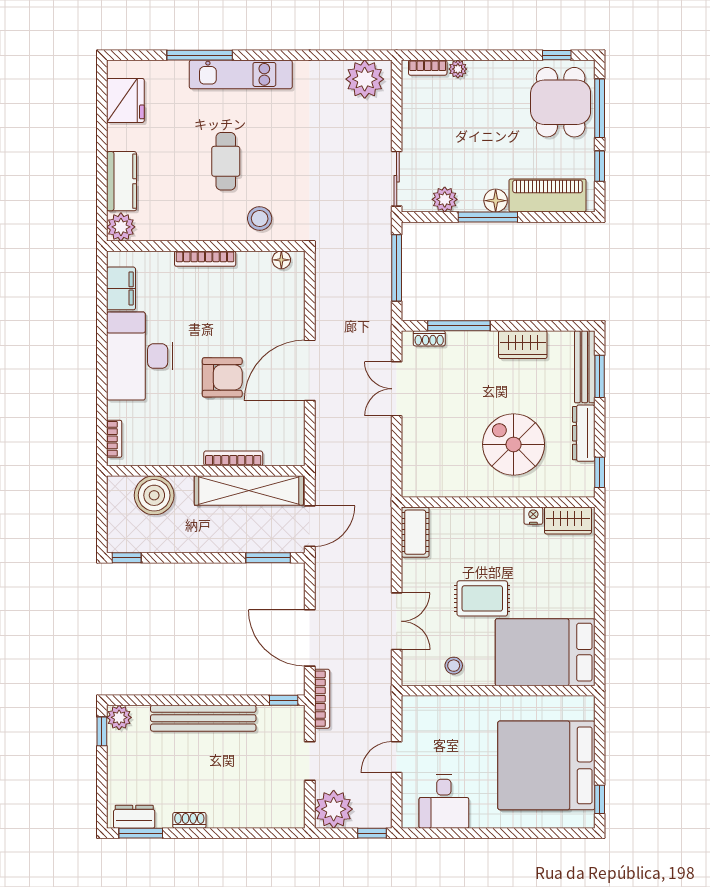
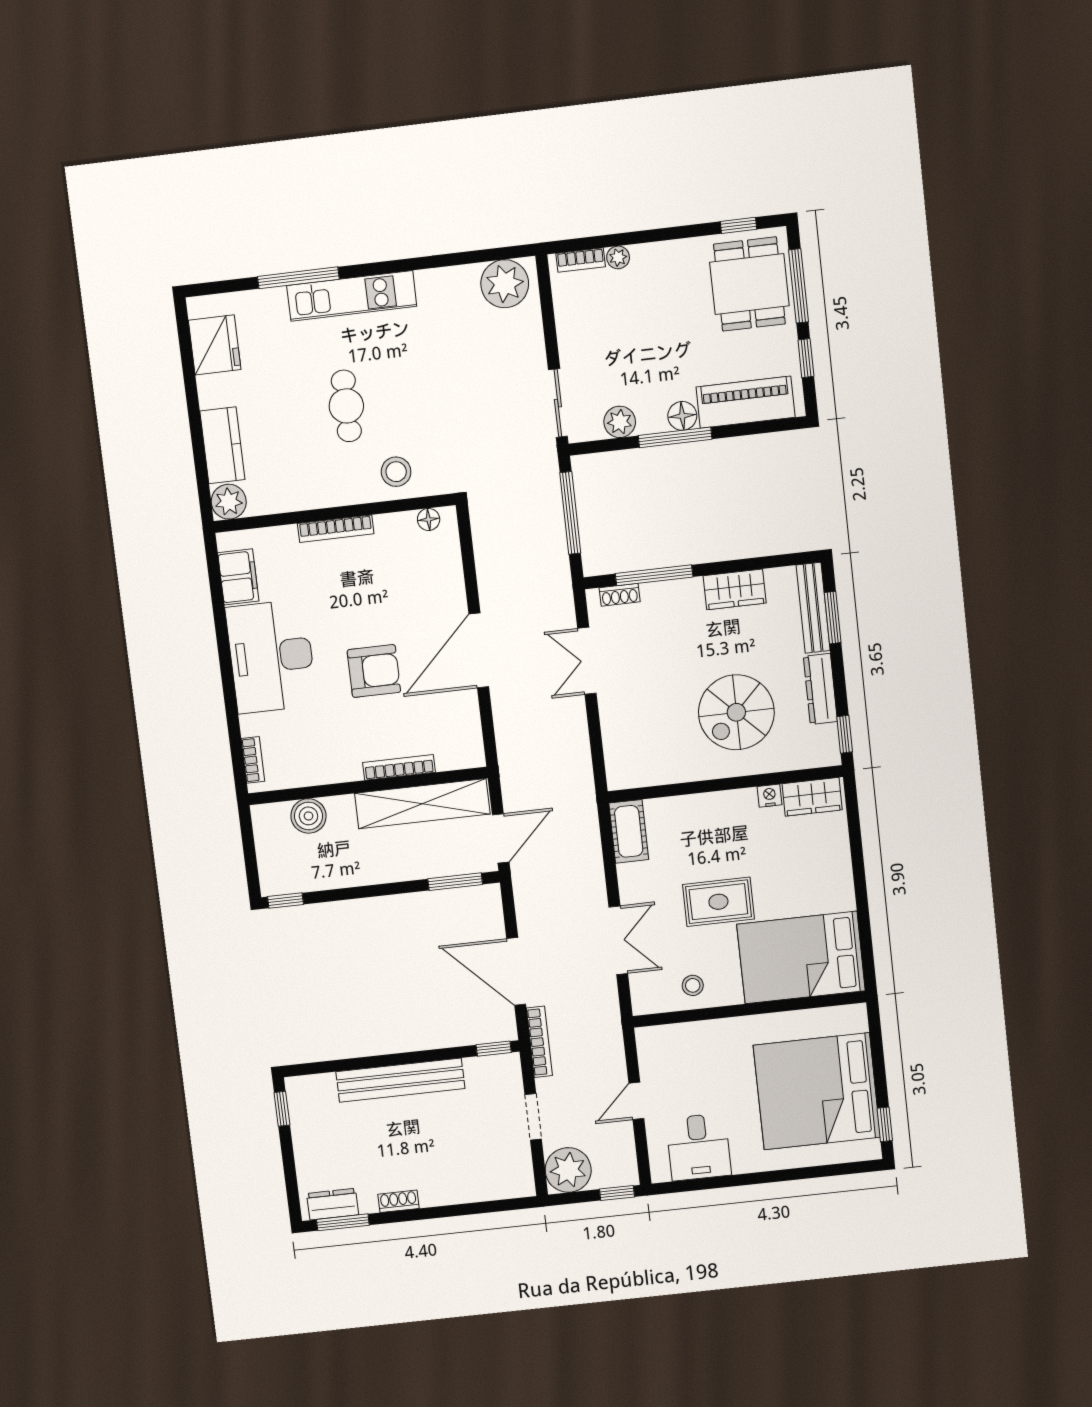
spiral stairs: (514, 444) -> (736, 712), turned -90
boiler: (154, 495) -> (308, 816), width x0.73, depth x0.73
plant: (119, 717) -> (300, 1090), removed

